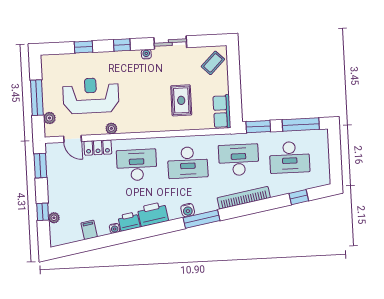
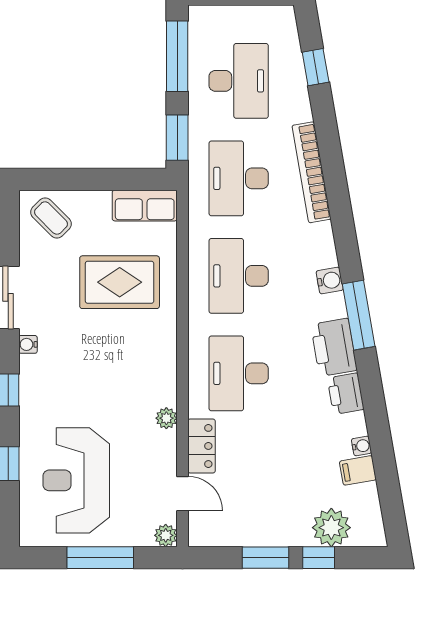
reception desk: (91, 96) -> (76, 480), moved
rug: (181, 100) -> (120, 282), width x1.36, depth x1.43
plant: (49, 118) -> (166, 535), moved
door: (72, 139) -> (182, 494), hinge flipped
desk: (188, 162) -> (239, 276), turned 180
window: (40, 166) -> (266, 558), moved
plant: (54, 218) -> (331, 528), width x1.88, depth x1.88
window: (201, 219) -> (359, 315), moved
water cooler: (114, 228) -> (361, 446), moved

